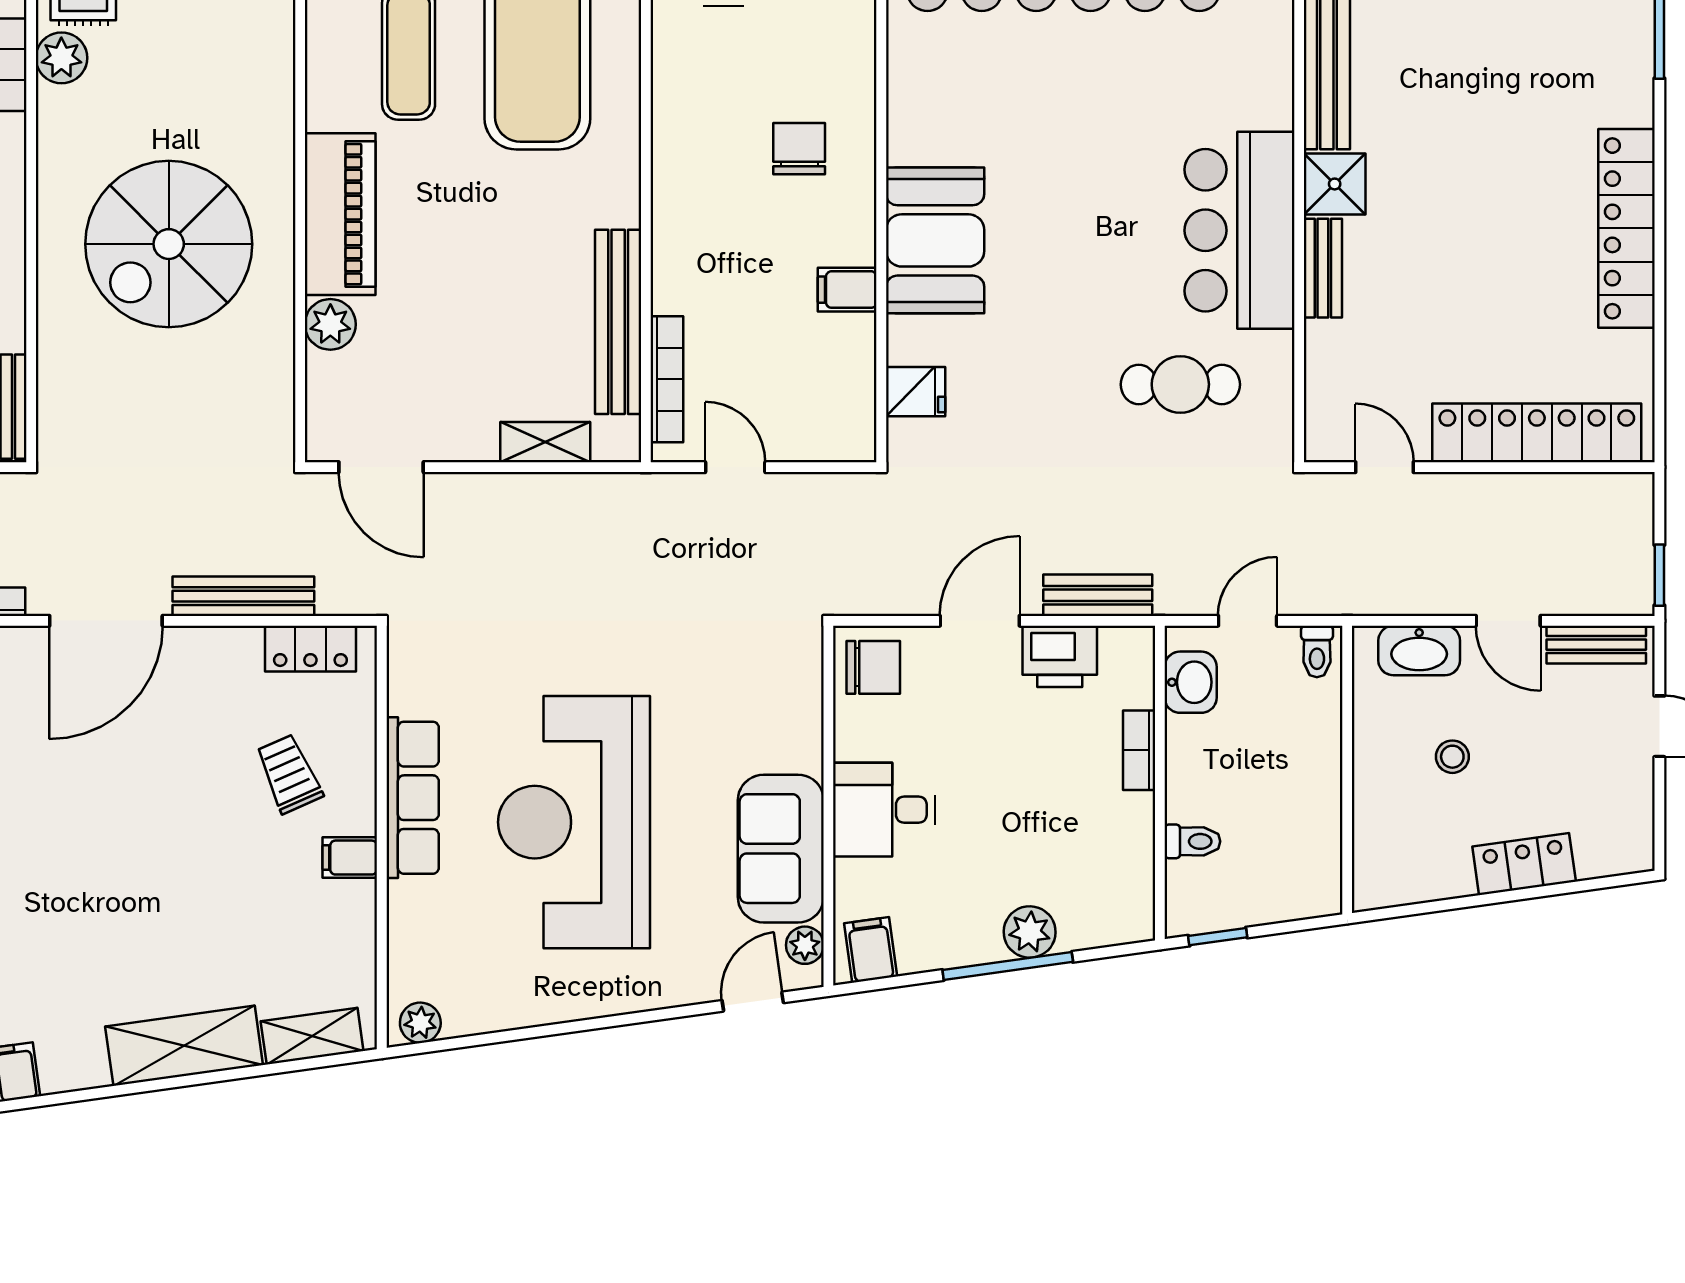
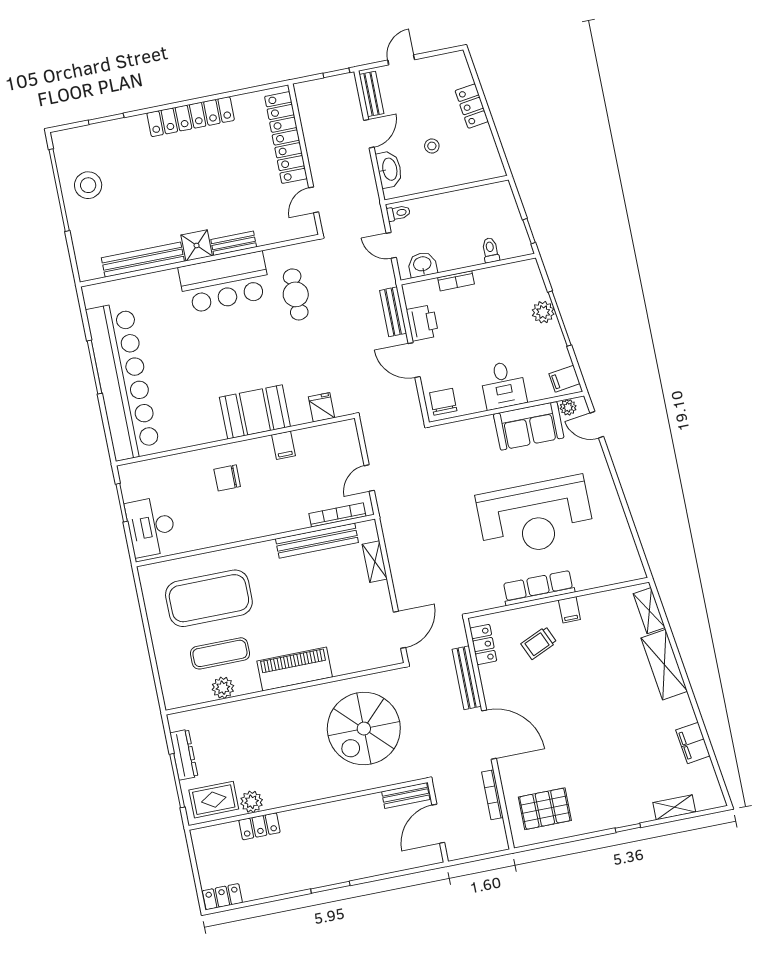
spiral stairs: (169, 244) -> (364, 729), moved, turned 90
plant: (330, 324) -> (223, 688), moved
plant: (420, 1023) -> (634, 565), removed

